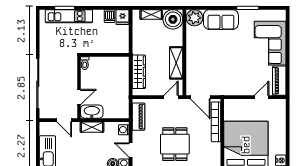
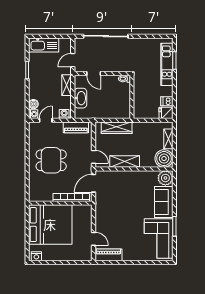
corner sofa: (270, 43) -> (159, 238), moved, turned -90
washbasin: (92, 112) -> (80, 98), moved

